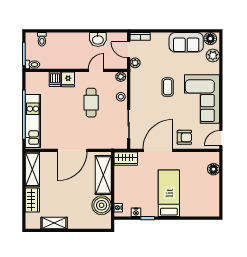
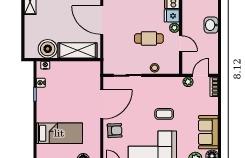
washbasin: (98, 39) -> (211, 25), moved
plant: (121, 77) -> (174, 28), moved
armchair: (184, 137) -> (115, 131), turned -93
door: (158, 150) -> (102, 104), hinge flipped
wardrobe: (126, 159) -> (94, 73), removed
bed: (169, 193) -> (59, 133), moved

